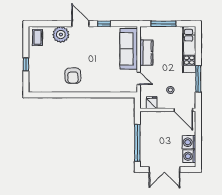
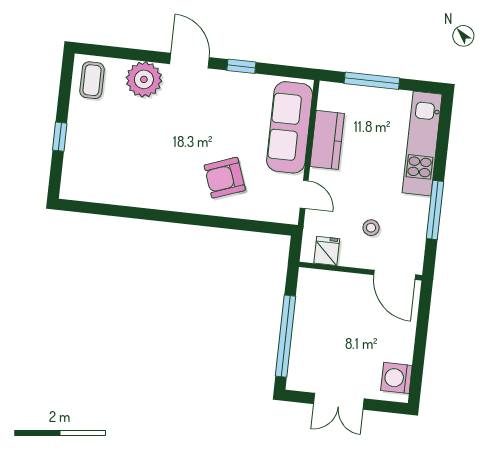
armchair: (73, 76) -> (225, 178), moved, turned 72
washing machine: (189, 142) -> (399, 347), removed
double door: (164, 170) -> (339, 401), width x0.73

